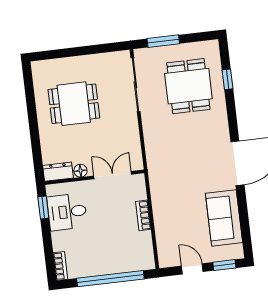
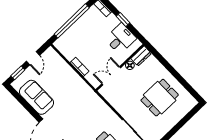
double door: (113, 175) -> (111, 76), swing flipped
window: (43, 207) -> (123, 19), moved
door: (192, 269) -> (33, 58), hinge flipped

